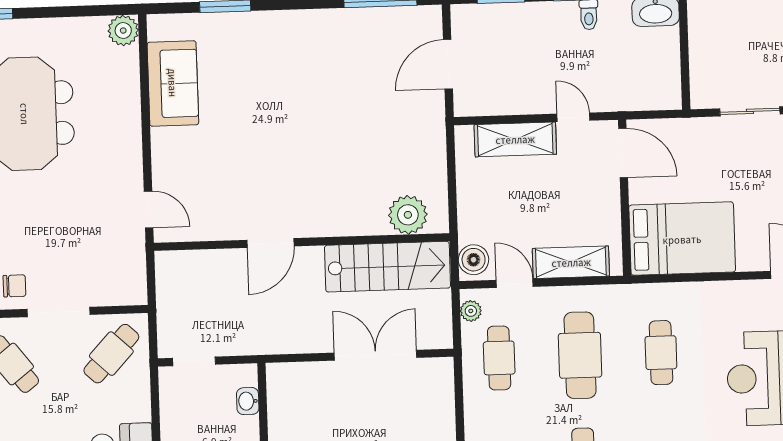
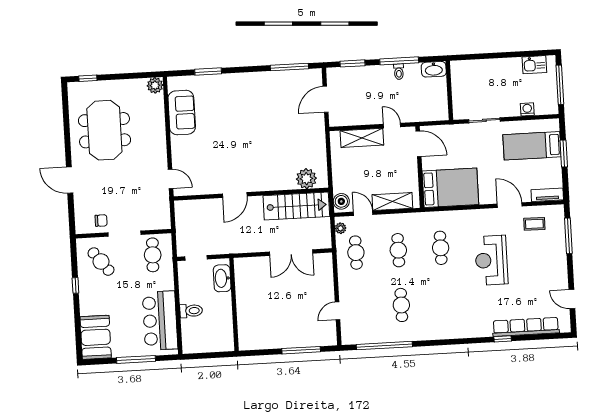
cafe table: (111, 354) -> (153, 255), turned -41
double door: (375, 355) -> (291, 253), swing flipped
cafe table: (580, 355) -> (398, 250), width x0.73, depth x0.74
washbasin: (248, 401) -> (222, 278), width x1.91, depth x1.45

